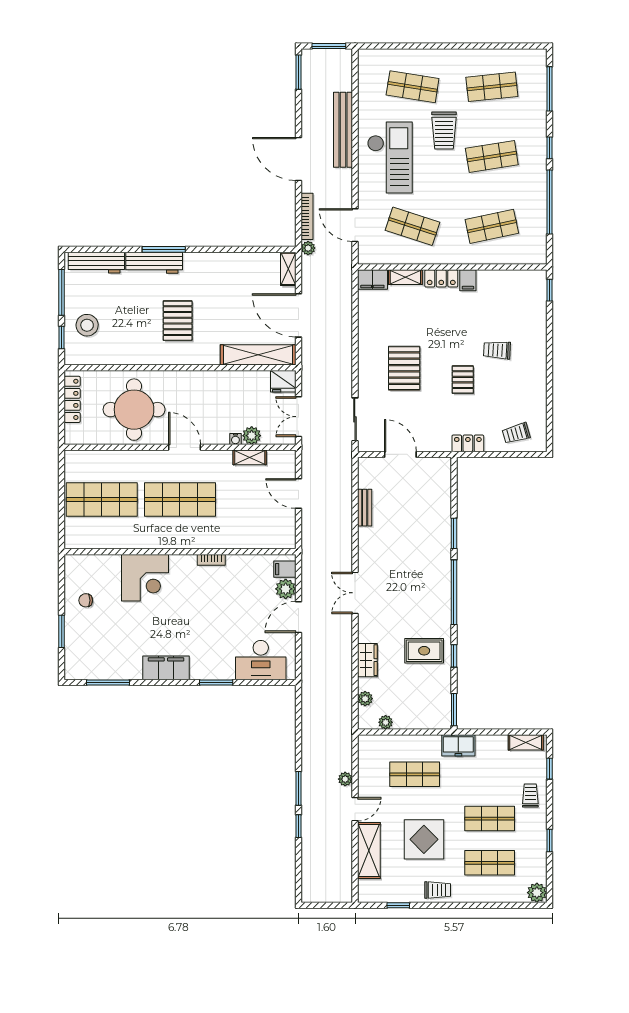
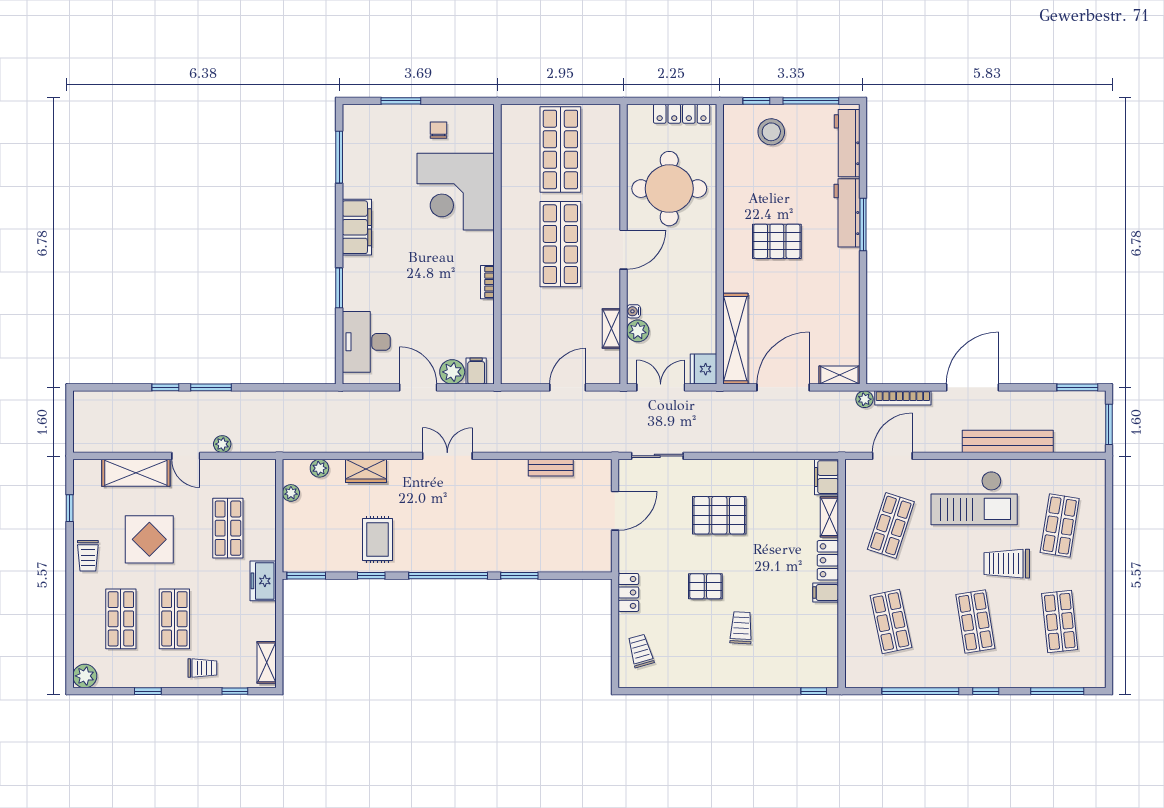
corner desk: (145, 578) -> (456, 192), width x1.36, depth x1.36

